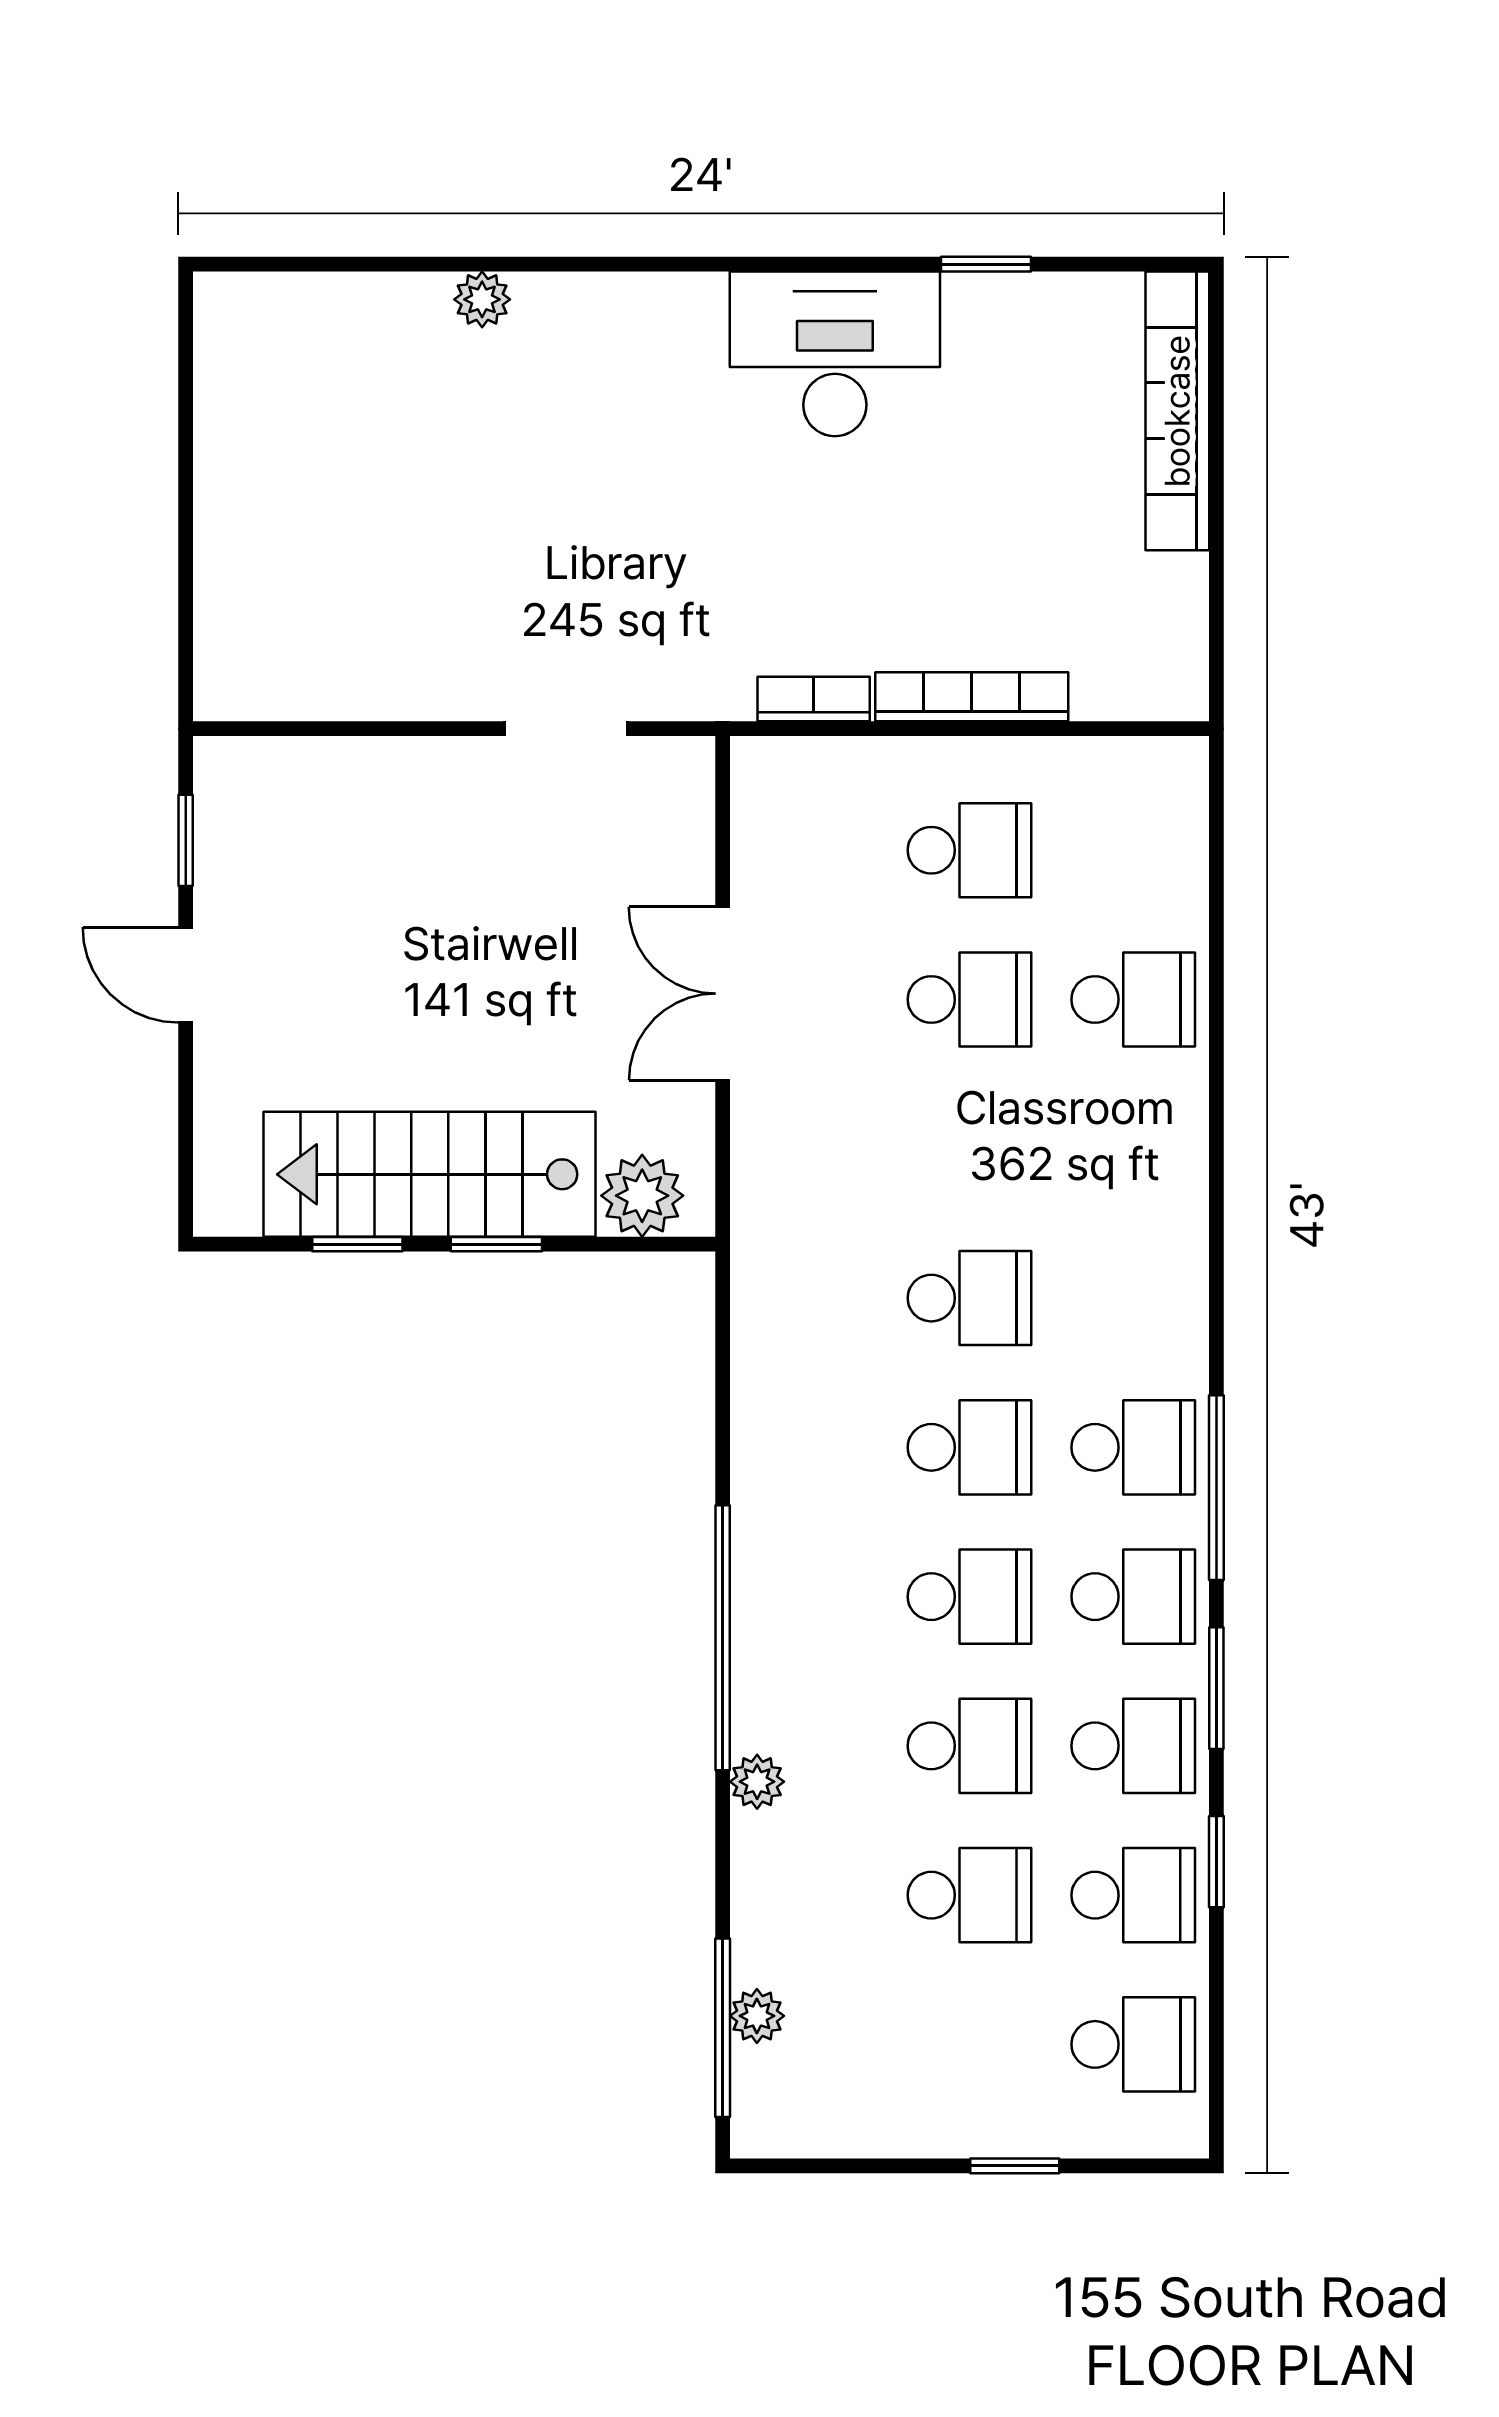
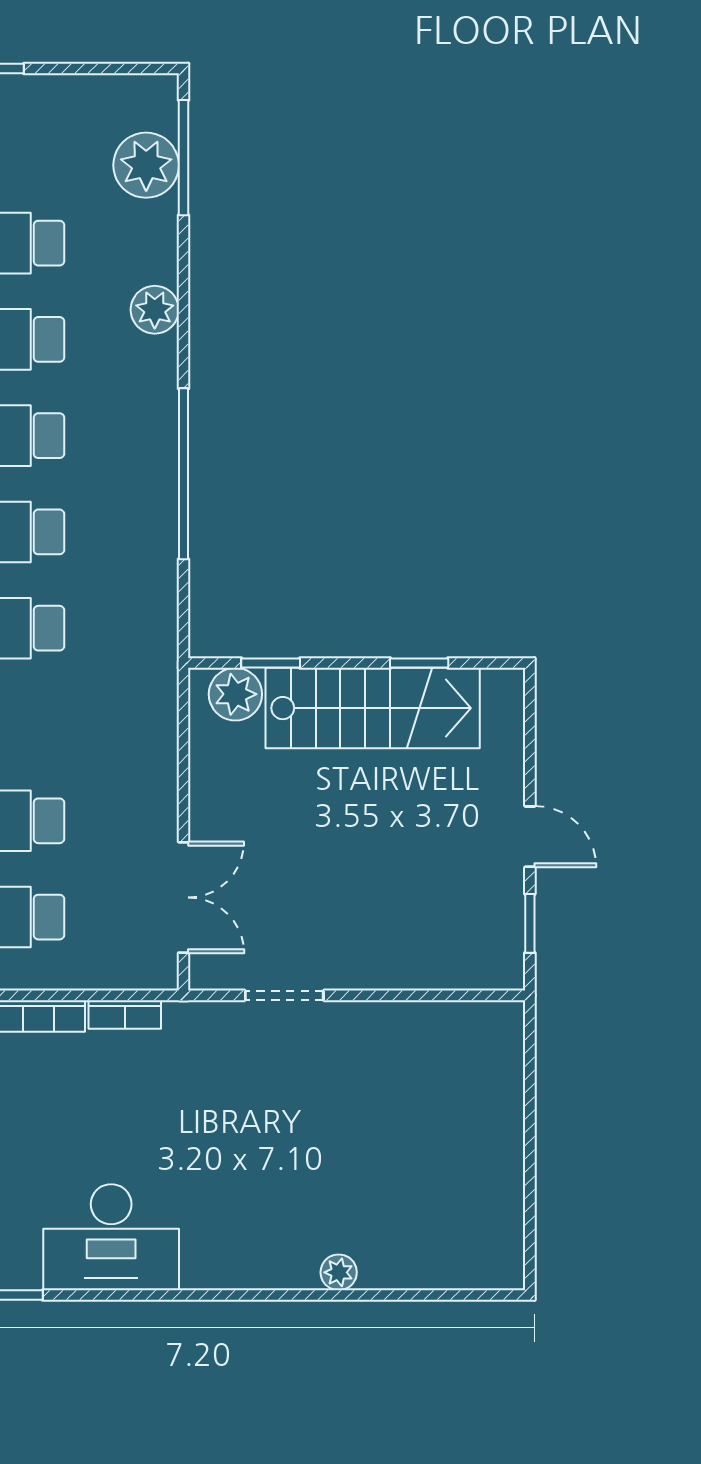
double door: (723, 994) -> (183, 897), moved
window: (496, 1244) -> (271, 663), moved
window: (723, 1638) -> (183, 474), moved
plant: (757, 1782) -> (155, 310), width x1.38, depth x1.38
plant: (757, 2016) -> (146, 165), width x1.88, depth x1.88

